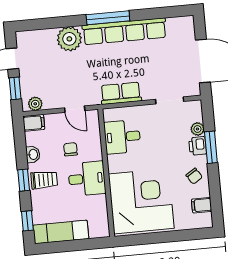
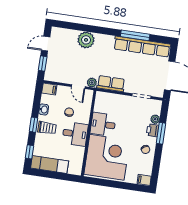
window: (108, 18) -> (135, 35), moved
row of seats: (124, 31) -> (142, 47), moved
plant: (35, 104) -> (92, 83), moved
desk: (122, 137) -> (103, 124), moved
filing cabinet: (202, 205) -> (144, 180), moved

